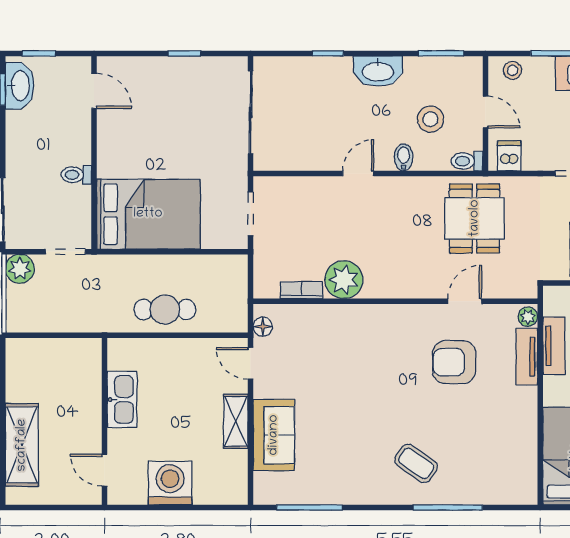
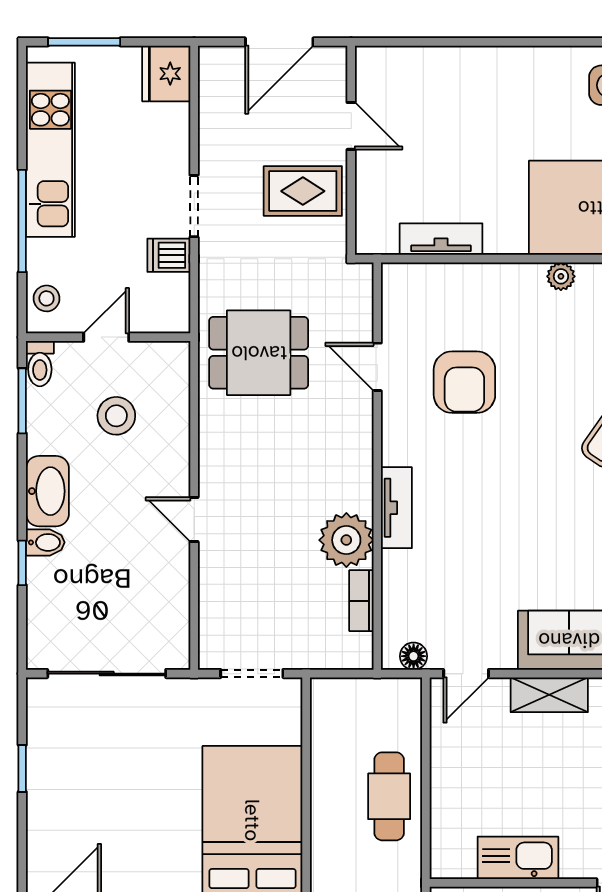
dishwasher: (509, 156) -> (169, 255), moved
bidet: (404, 157) -> (45, 542), moved, turned 180
toilet: (467, 161) -> (40, 364), moved
plant: (528, 317) -> (561, 276), moved
tv unit: (527, 357) -> (396, 508), moved, turned -90

